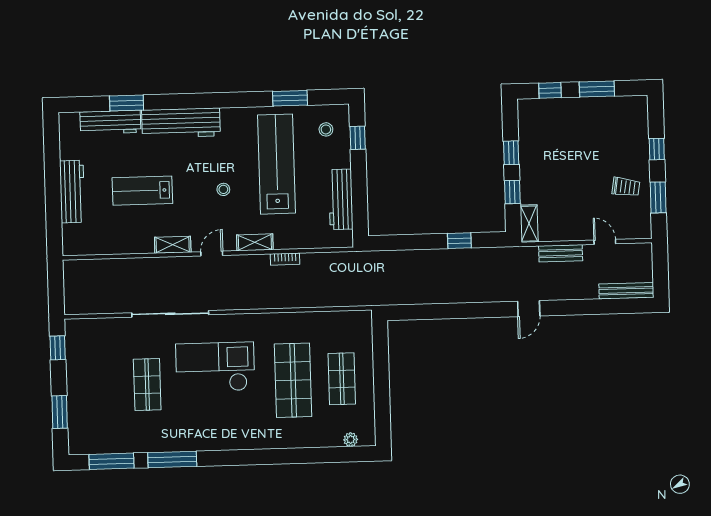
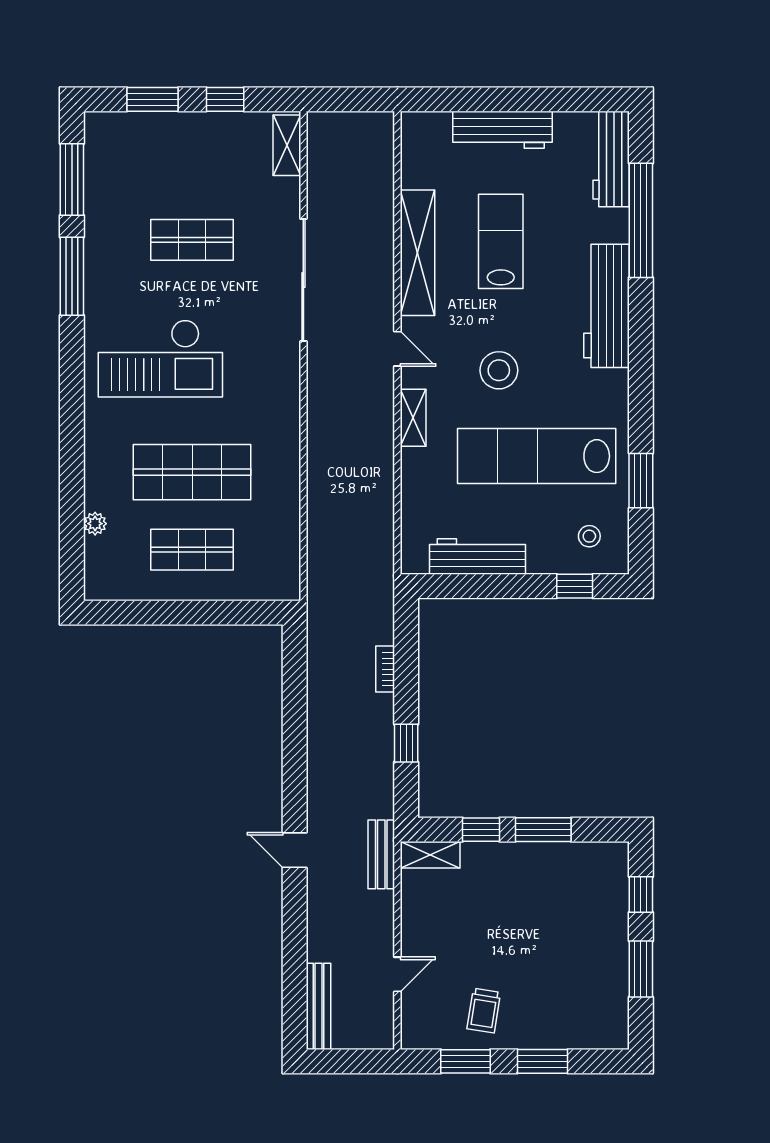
window: (127, 103) -> (641, 220), width x2.11
workbench: (110, 122) -> (611, 159), moved
window: (657, 149) -> (543, 1061), width x1.50
window: (511, 153) -> (543, 830), width x1.50
lab bench: (277, 164) -> (537, 456), turned 180
stool: (223, 189) -> (499, 370), width x1.89, depth x1.89
shelving: (173, 245) -> (417, 253), width x2.20, depth x1.33
bench: (561, 253) -> (381, 854), moved
bookcase: (285, 259) -> (385, 669), moved
shelving: (86, 327) -> (287, 145), added
window: (58, 348) -> (225, 99), moved
checkout: (215, 367) -> (160, 358), moved, turned 90
plant: (351, 440) -> (95, 524), moved

